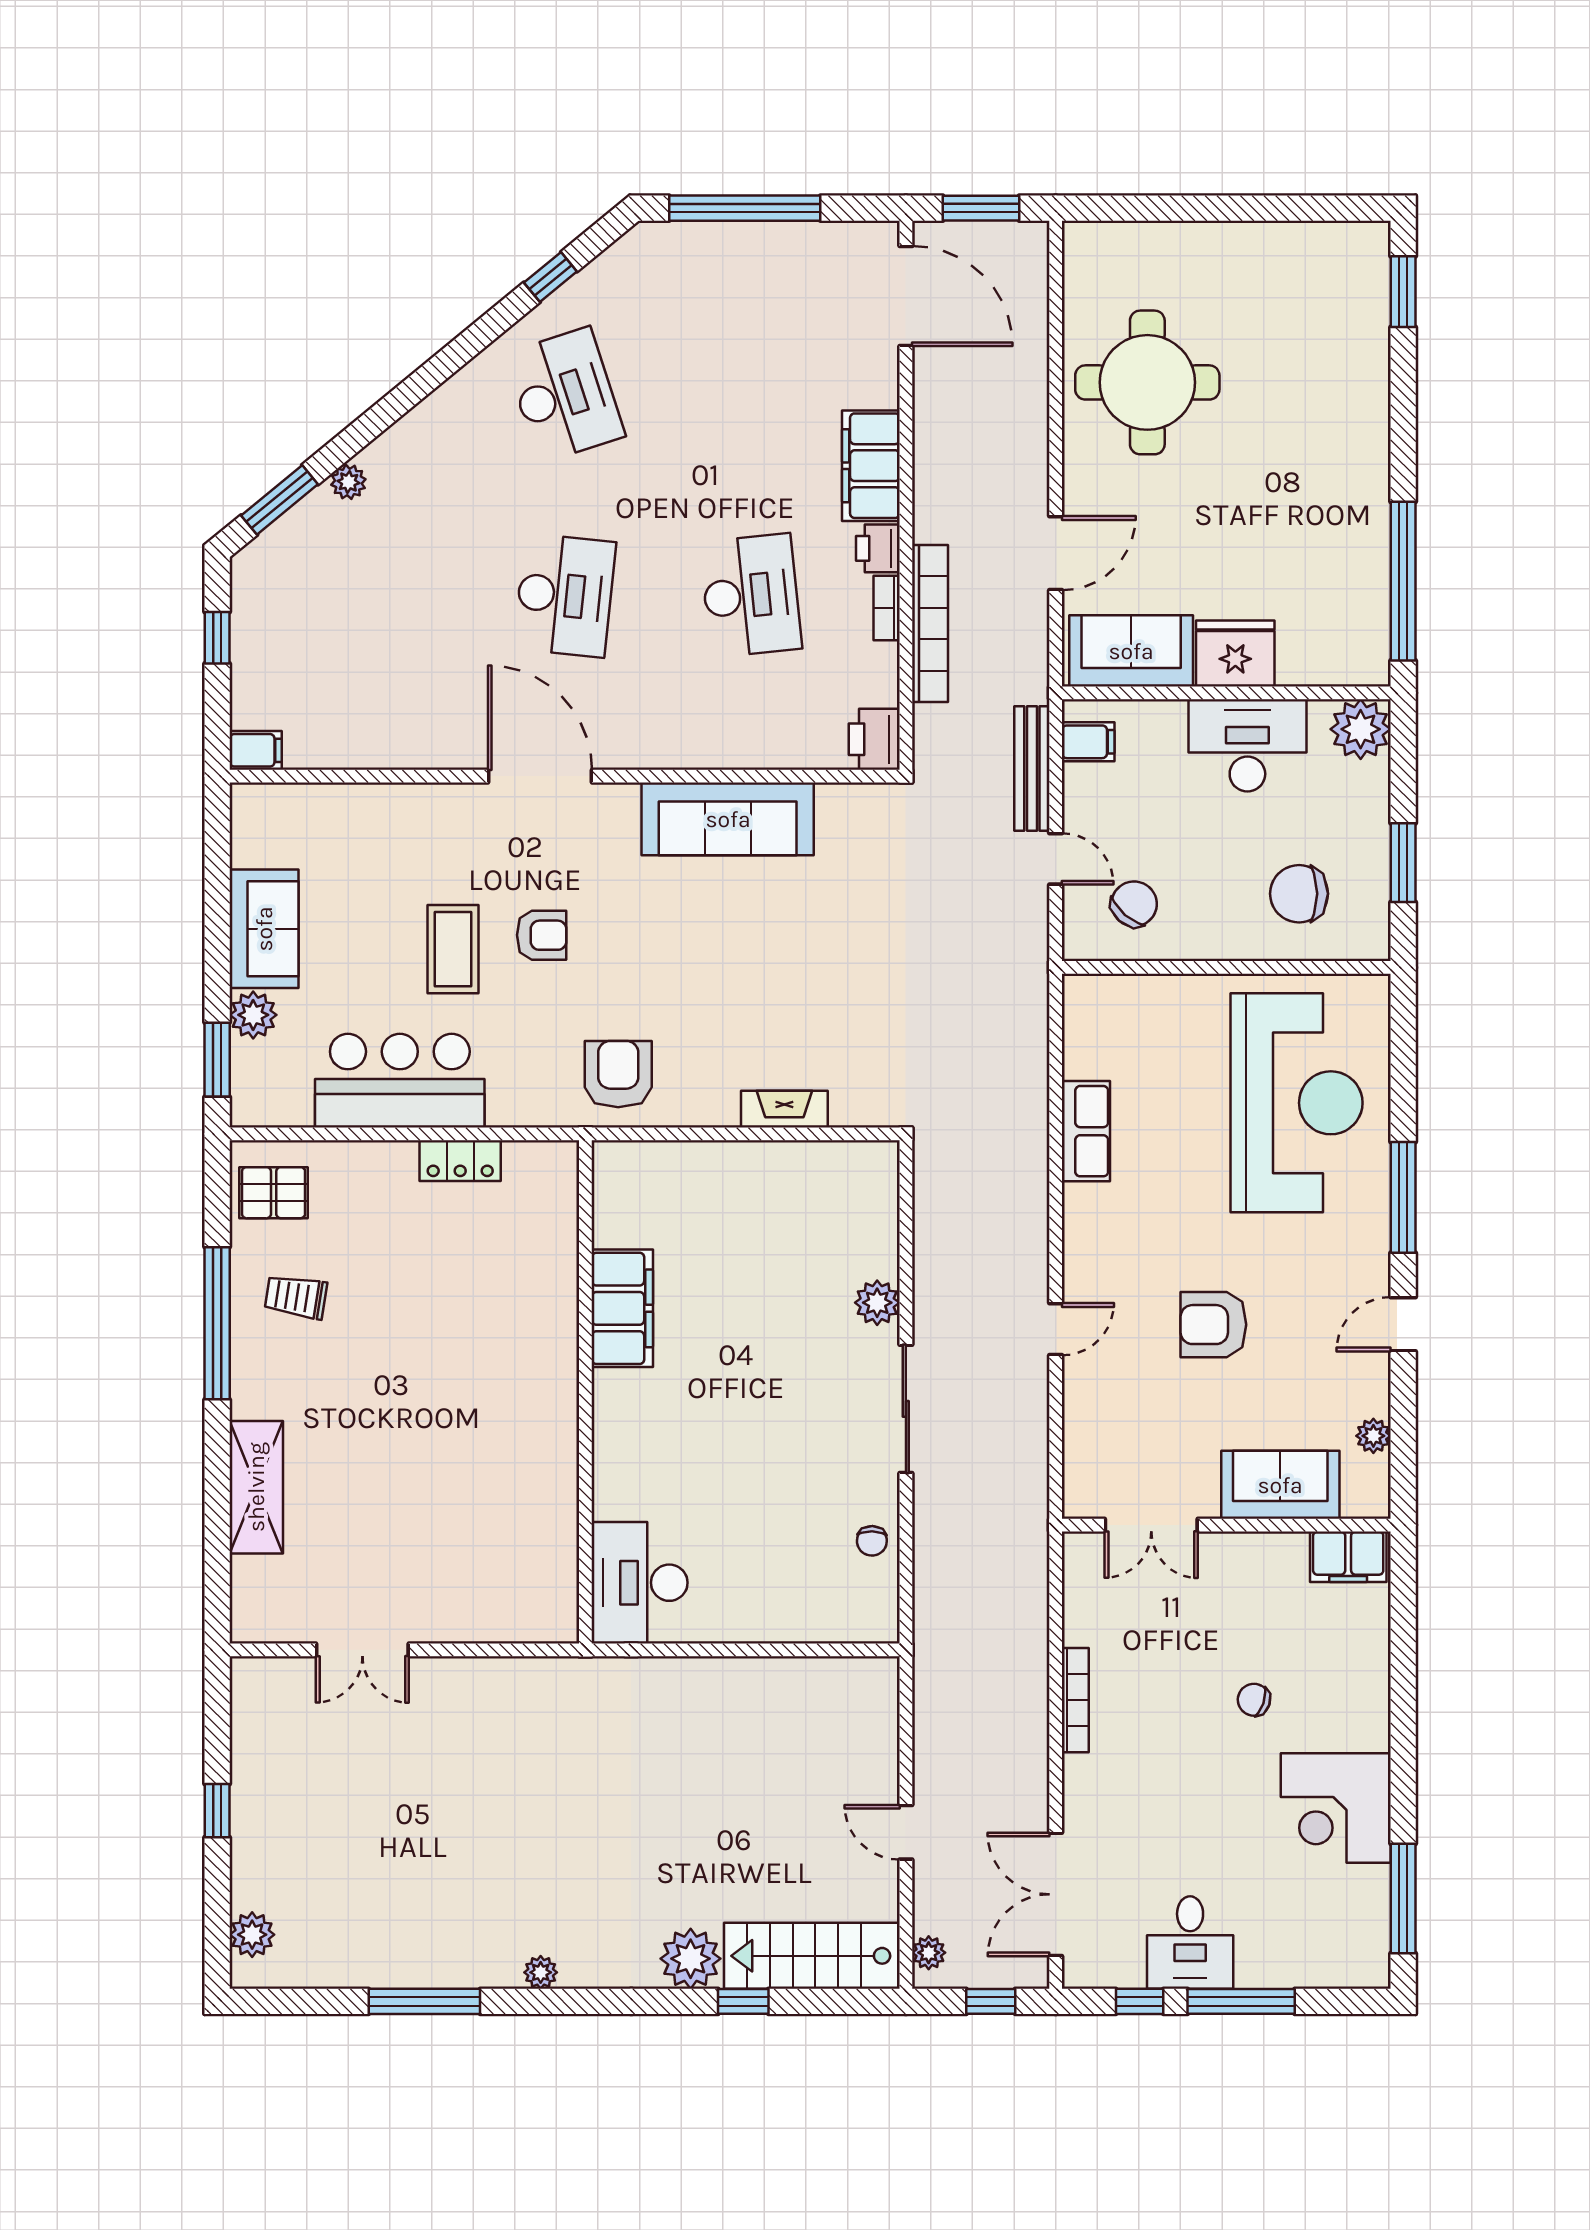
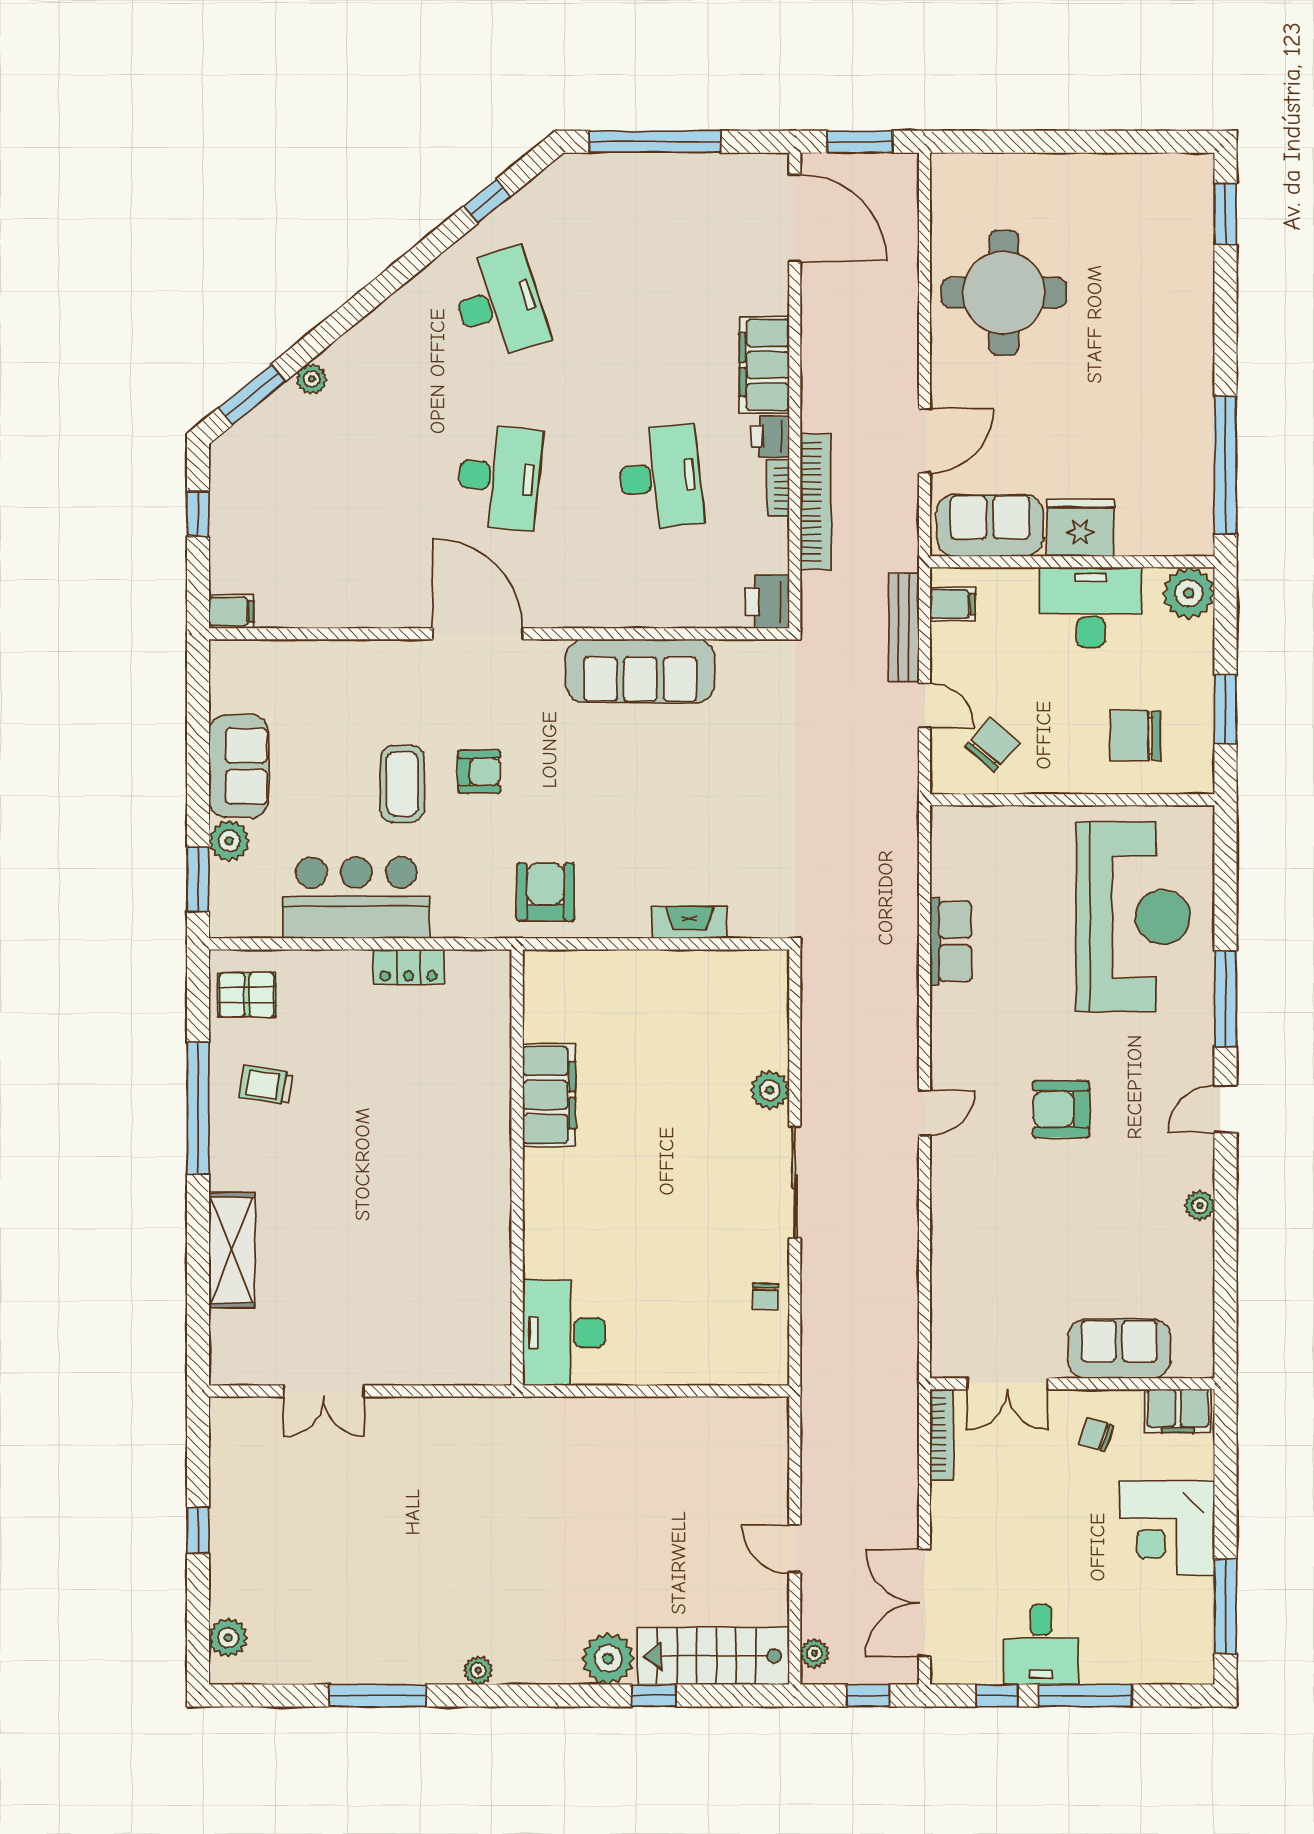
sofa: (1280, 1485) -> (1119, 1349), moved
double door: (1151, 1525) -> (1007, 1384), moved
wall: (1226, 1525) -> (1072, 1384), moved
filing cabinet: (1348, 1557) -> (1178, 1411), moved

